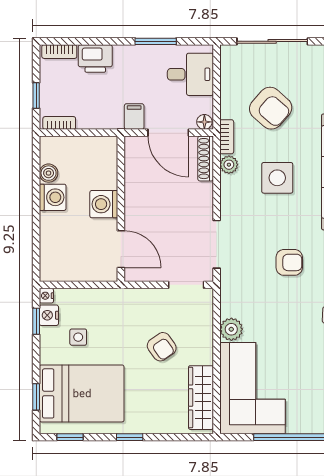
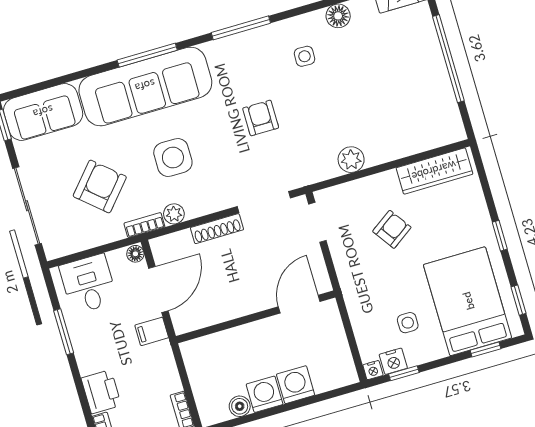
shoe rack: (206, 159) -> (217, 229), moved
washing machine: (104, 204) -> (296, 385), moved, turned 180
corner sofa: (252, 388) -> (408, 118), removed

